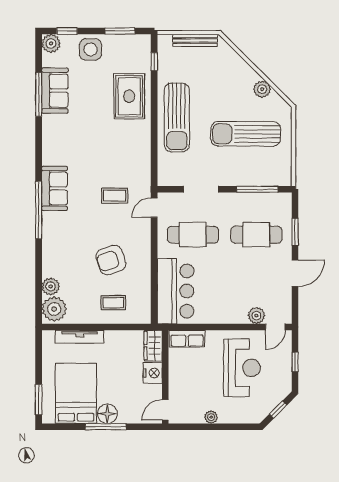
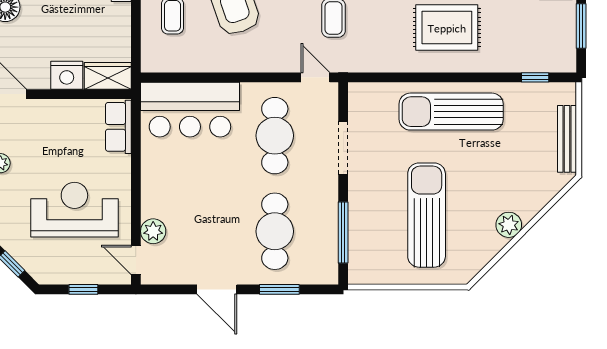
plant: (262, 89) -> (509, 225), moved
rug: (129, 96) -> (447, 28), moved
reception desk: (242, 368) -> (74, 210), turned 180

